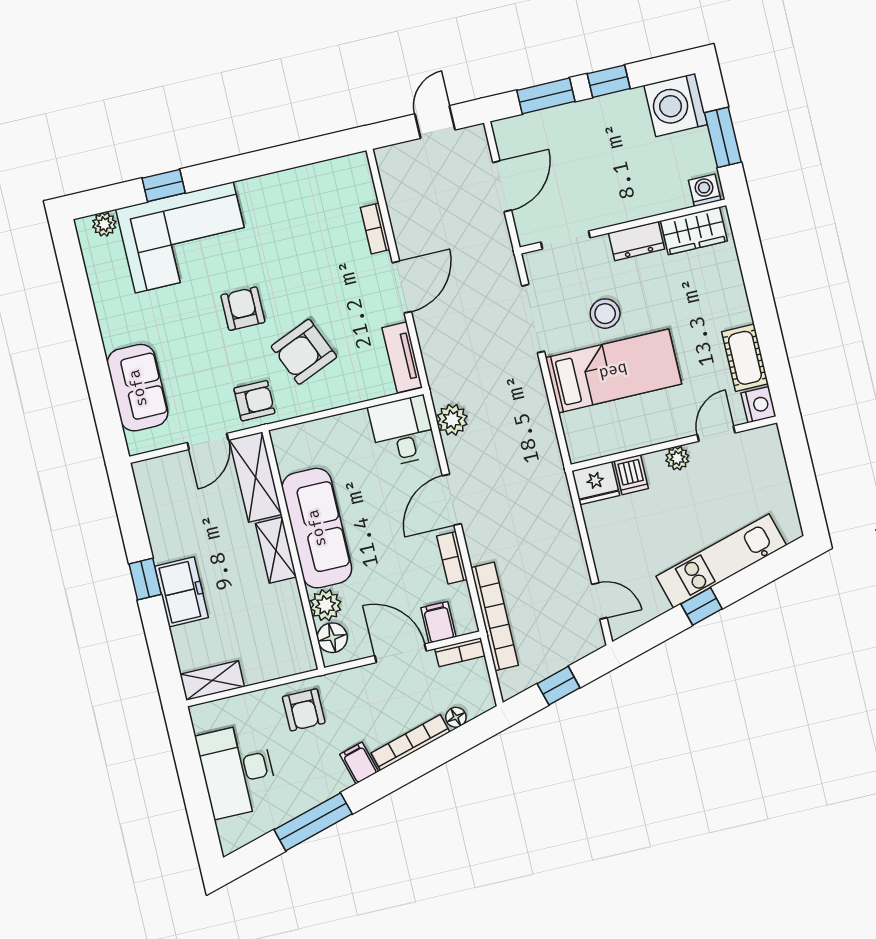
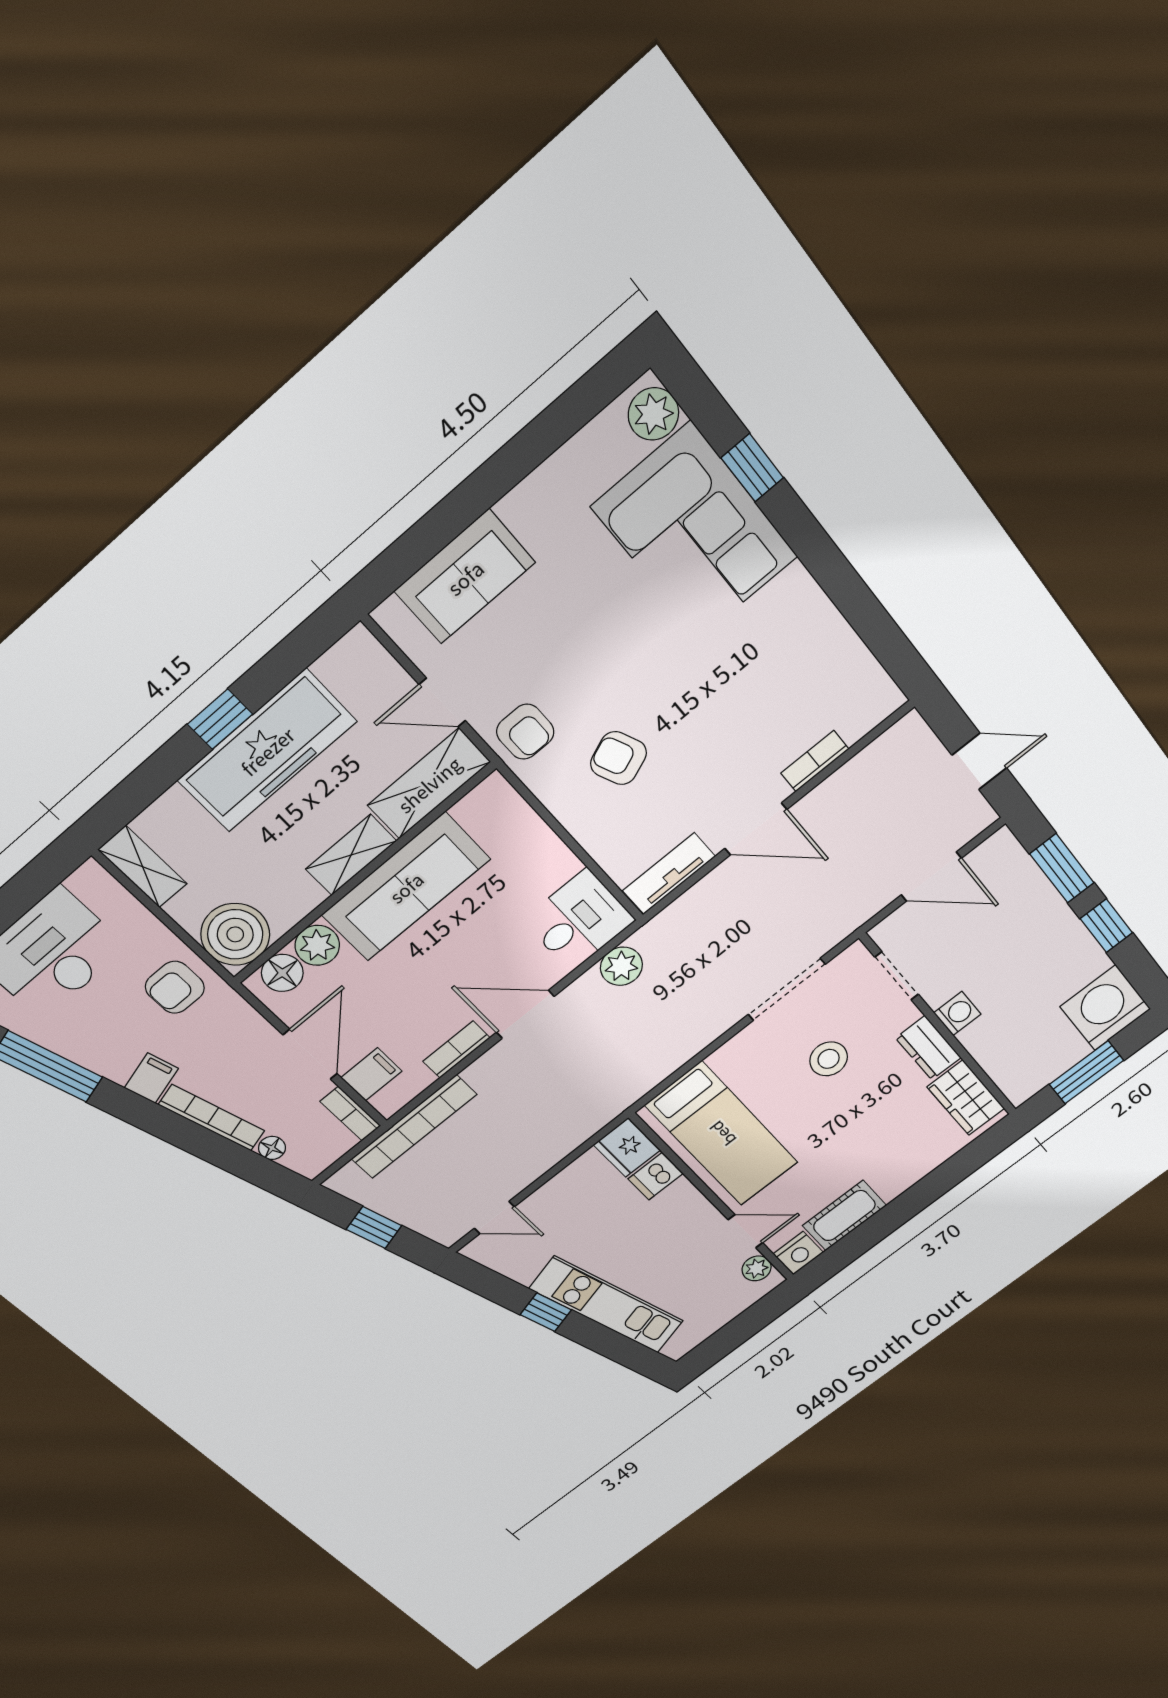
washing machine: (705, 190) -> (957, 1013), moved
plant: (104, 224) -> (653, 414), width x1.38, depth x1.38
armchair: (243, 309) -> (637, 656), removed
armchair: (304, 352) -> (619, 758), width x0.72, depth x0.72
bed: (613, 371) -> (722, 1134), moved
plant: (677, 458) -> (757, 1268), moved
freezer: (182, 592) -> (267, 751), width x1.91, depth x1.26
door: (599, 601) -> (494, 1218), hinge flipped
boiler: (289, 651) -> (235, 934), added

